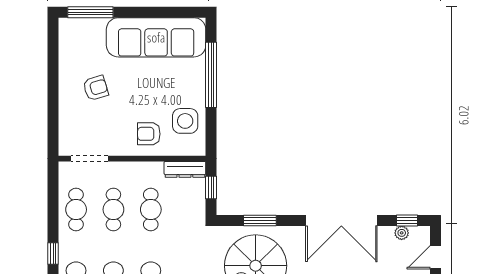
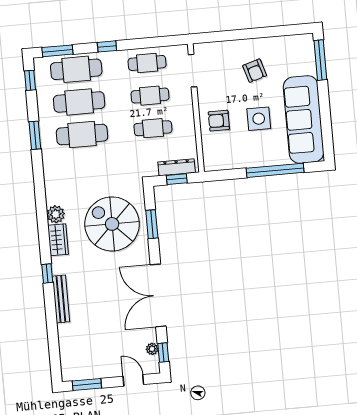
side table: (185, 121) -> (259, 119), moved
armchair: (149, 134) -> (219, 121), turned -90
dresser: (185, 169) -> (177, 167), moved, turned 90

